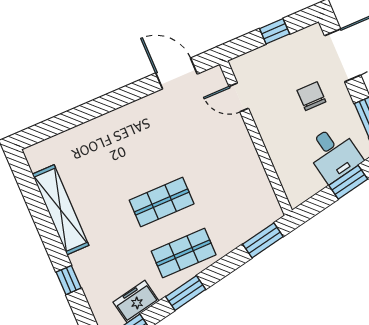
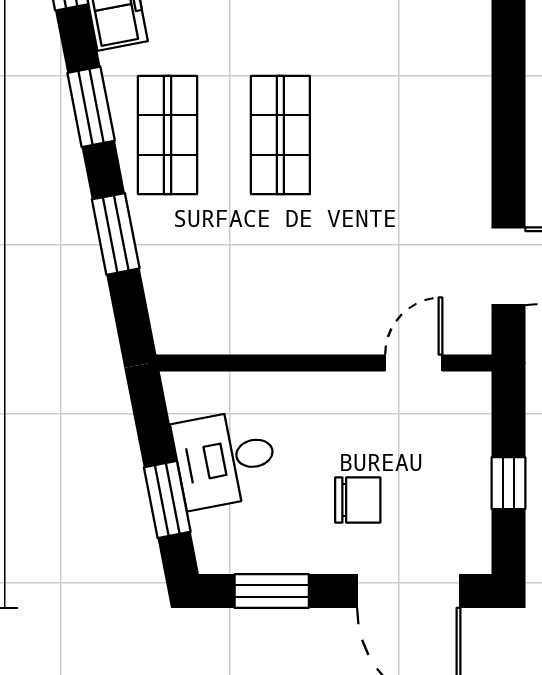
desk: (334, 154) -> (225, 459), moved
window: (263, 240) -> (116, 234), moved

